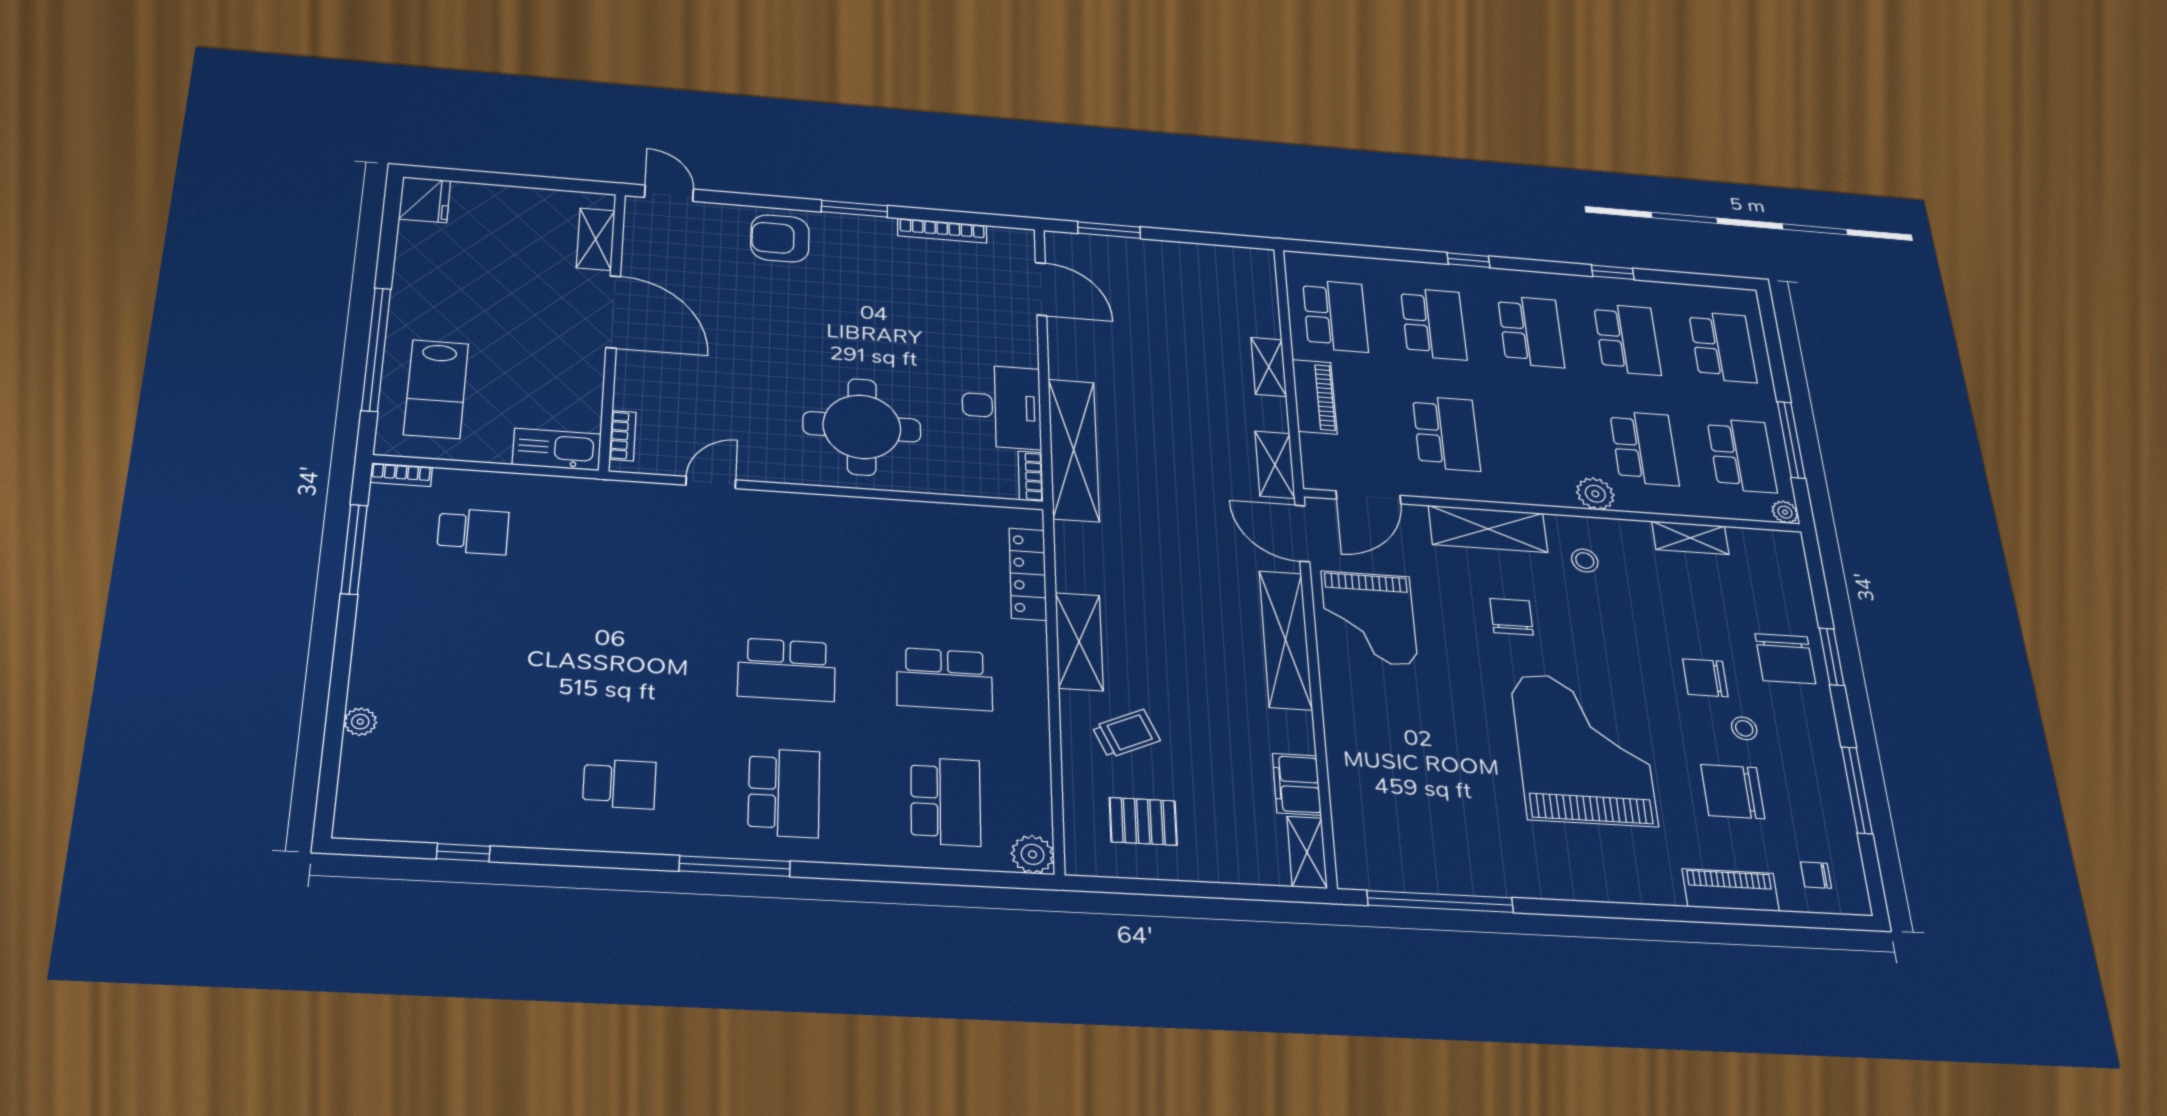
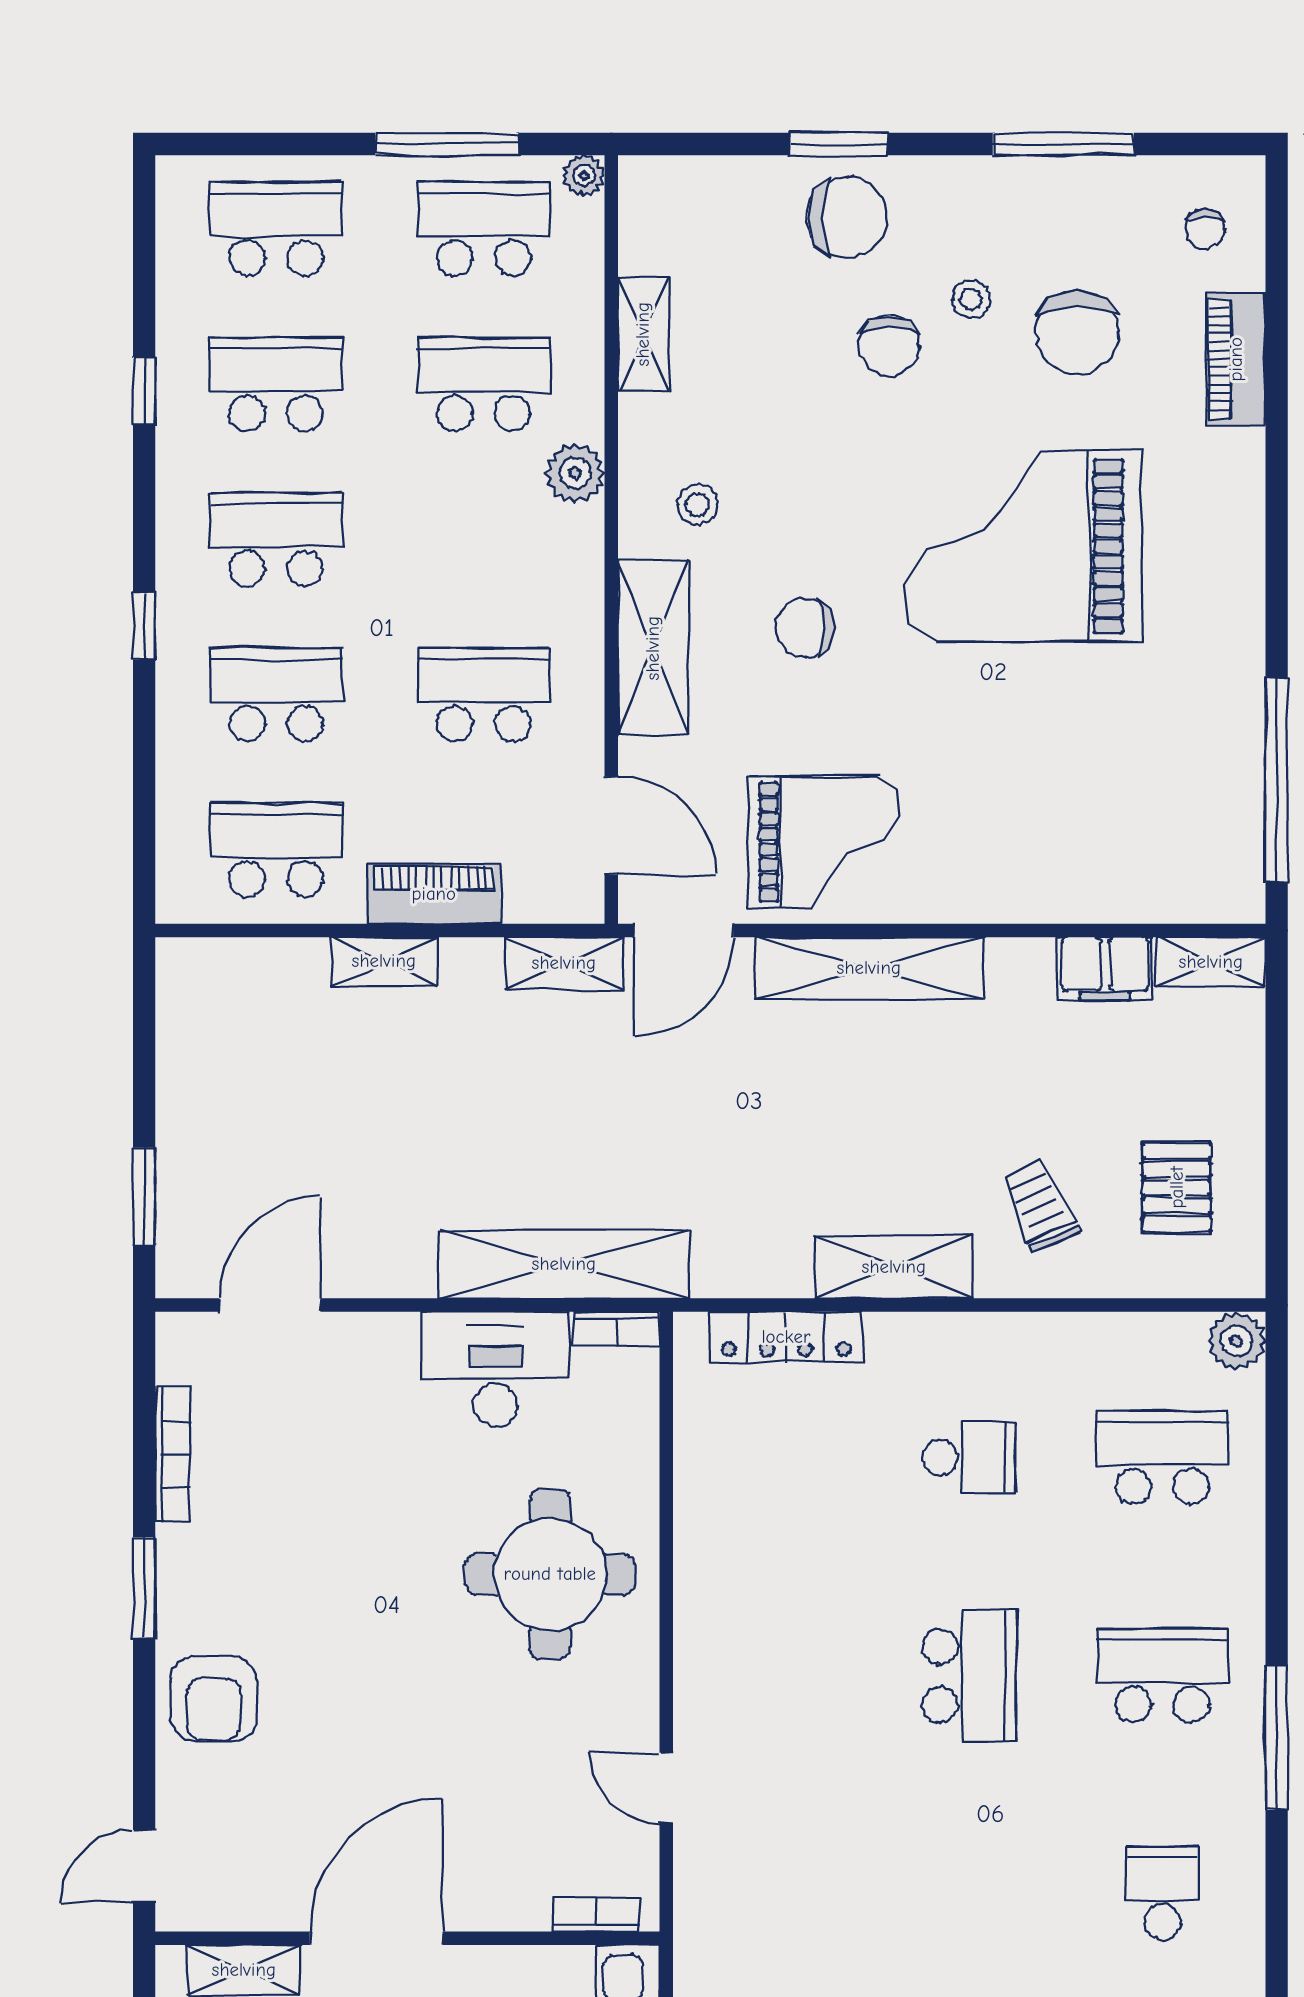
school desk: (945, 679) -> (969, 1457), width x0.54

